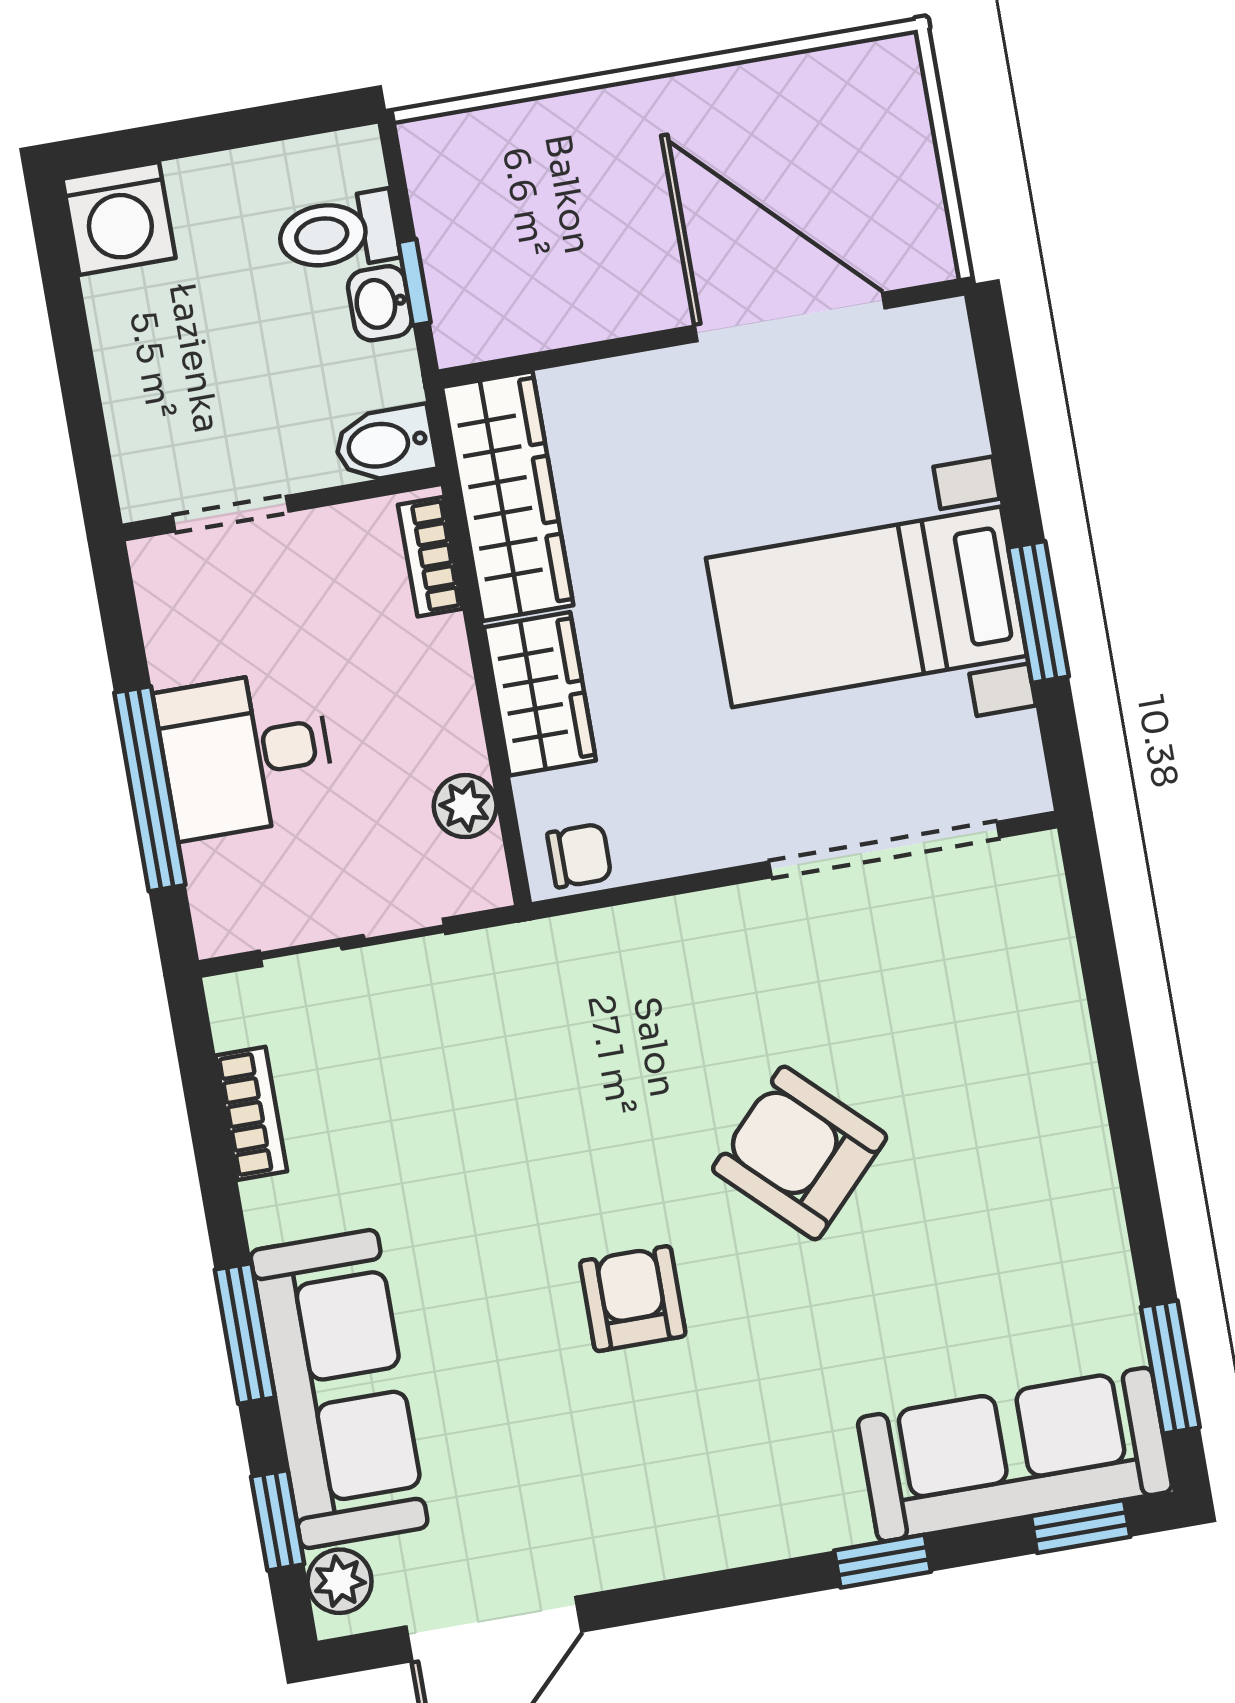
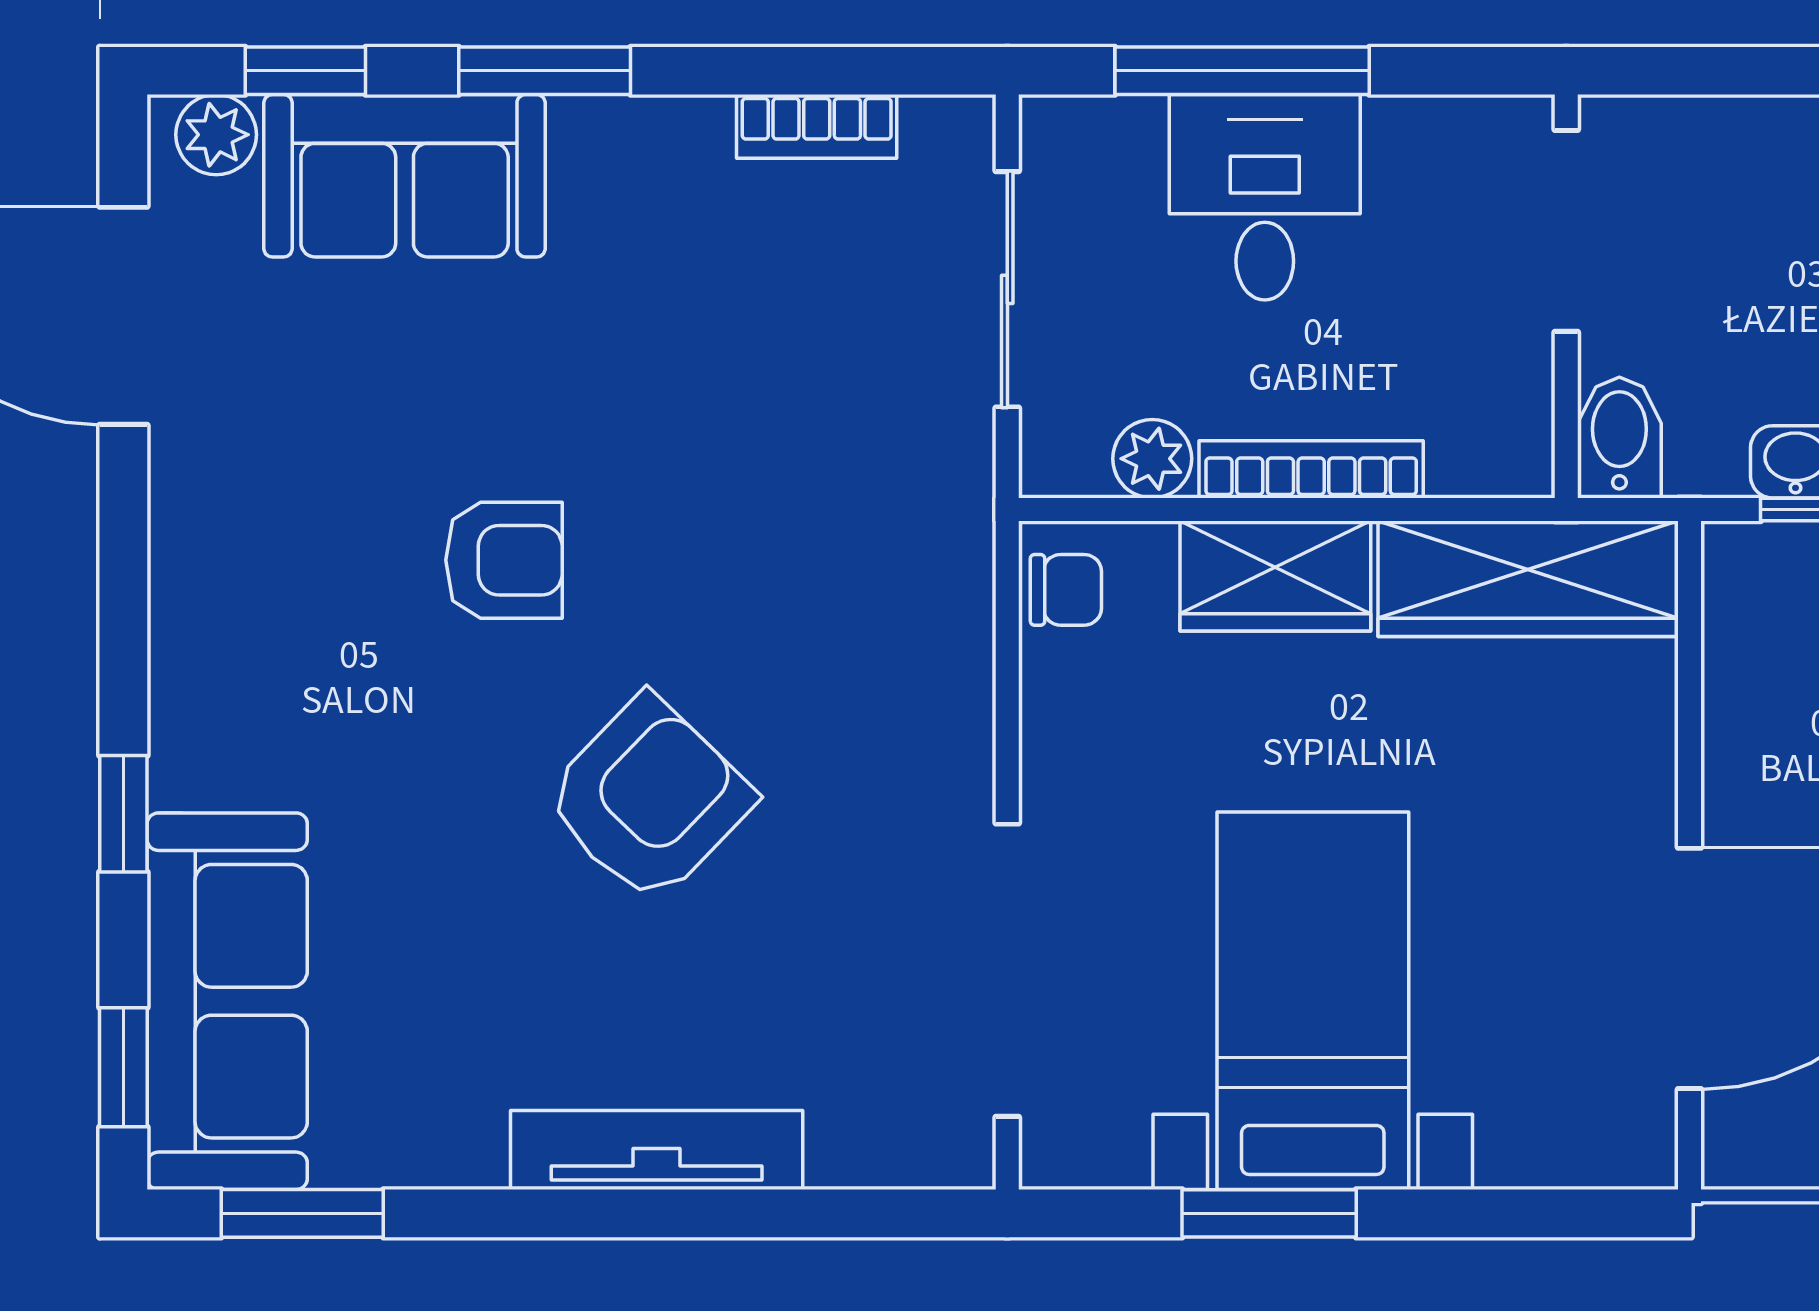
doorway: (231, 514) -> (1566, 231), width x1.38
bookcase: (430, 557) -> (1311, 469), moved, width x1.56
chair: (579, 856) -> (1066, 590), turned -90
tv unit: (1073, 1099) -> (657, 1150), added
sofa: (339, 1389) -> (405, 176), width x0.73

